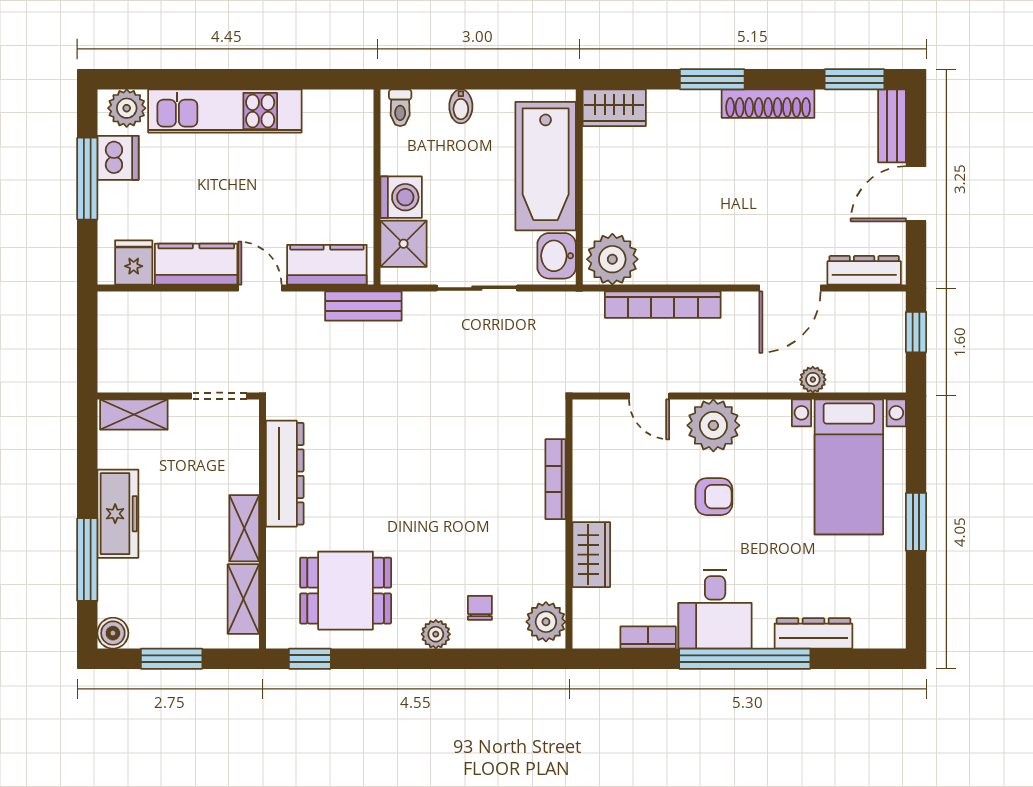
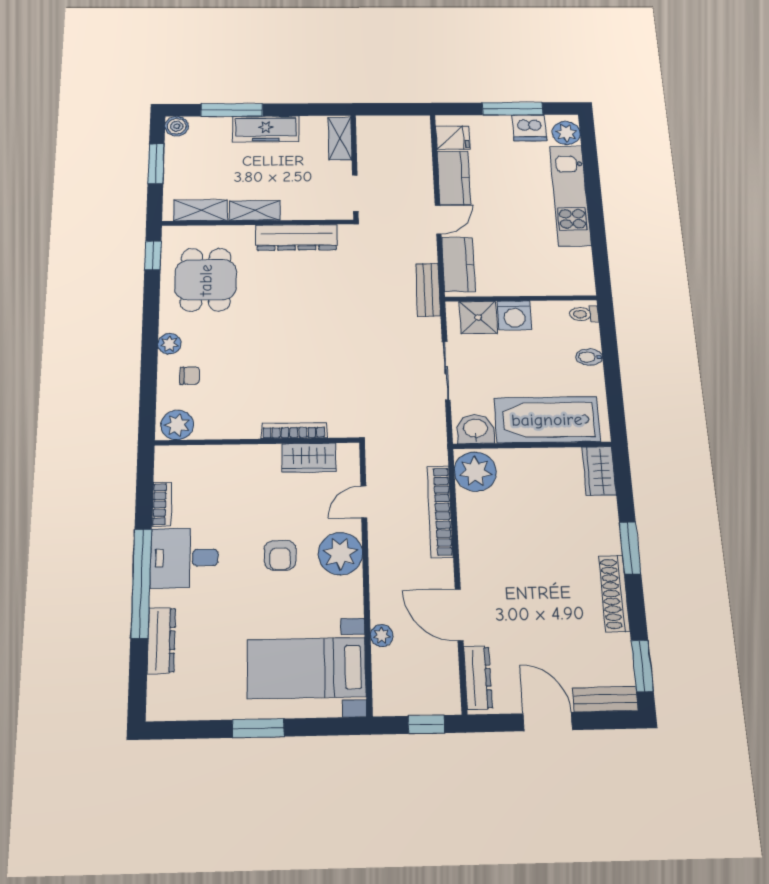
wardrobe: (591, 555) -> (309, 458), moved

